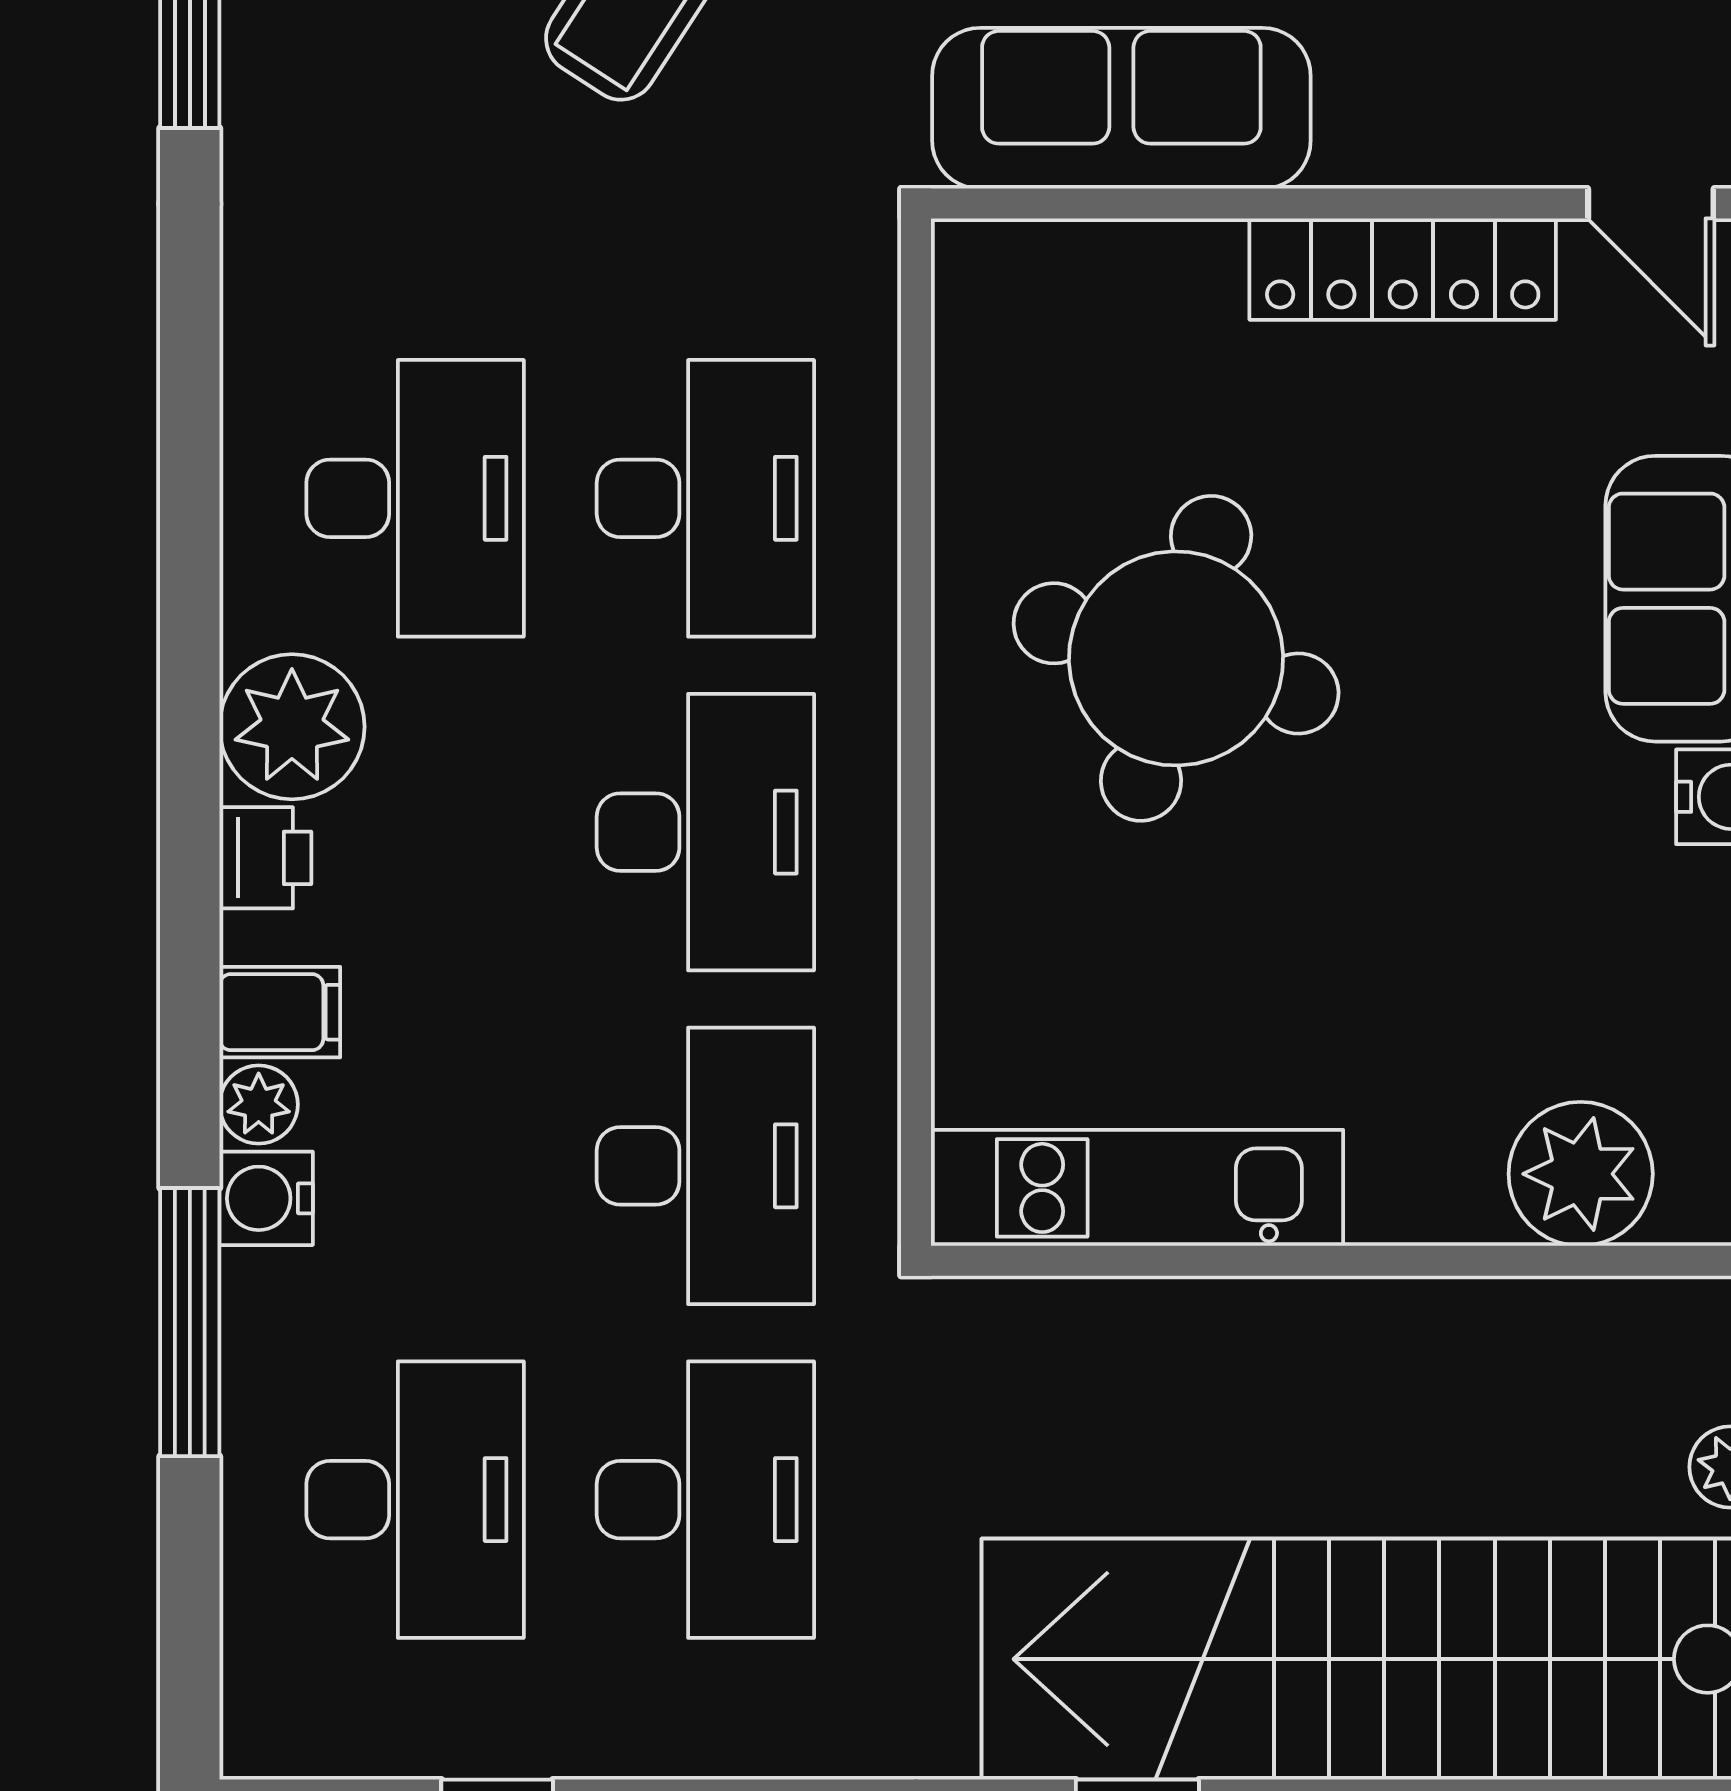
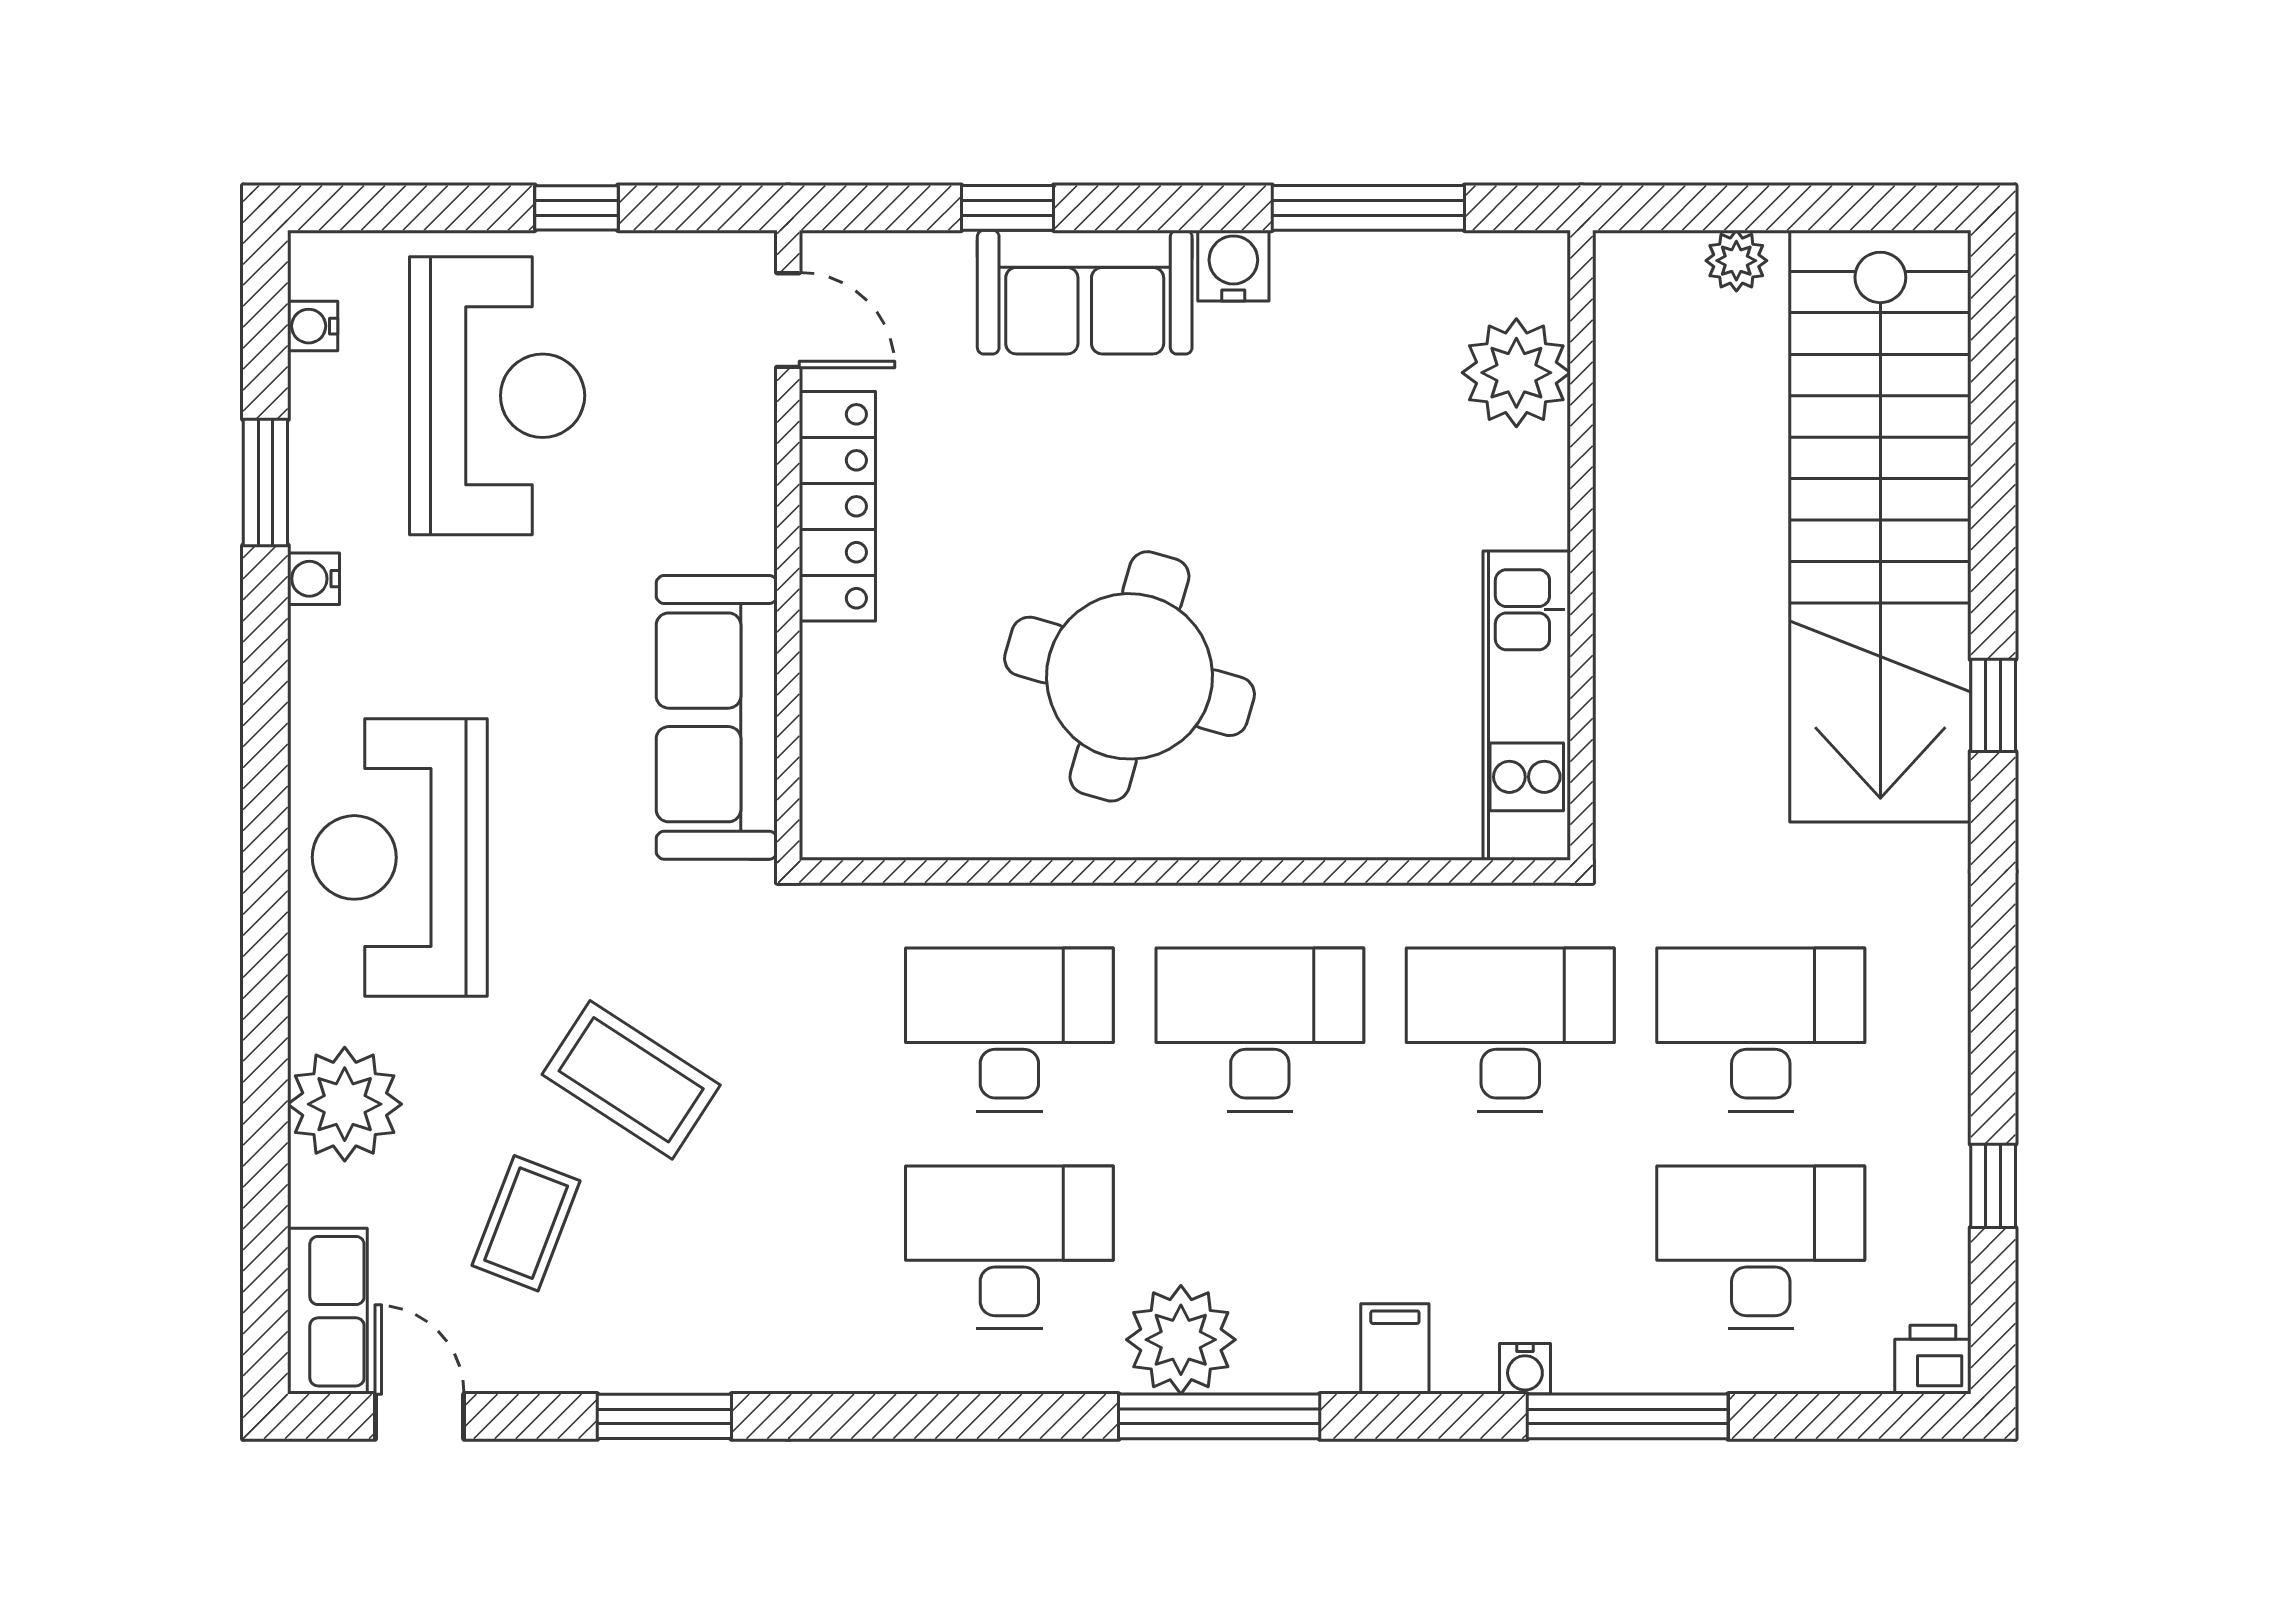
door: (1651, 204) -> (788, 320), hinge flipped
window: (190, 778) -> (1219, 1416), added
printer: (265, 858) -> (1933, 1360), moved
plant: (259, 1105) -> (1464, 1365), removed
water cooler: (266, 1198) -> (1525, 1369), width x0.72, depth x0.72

